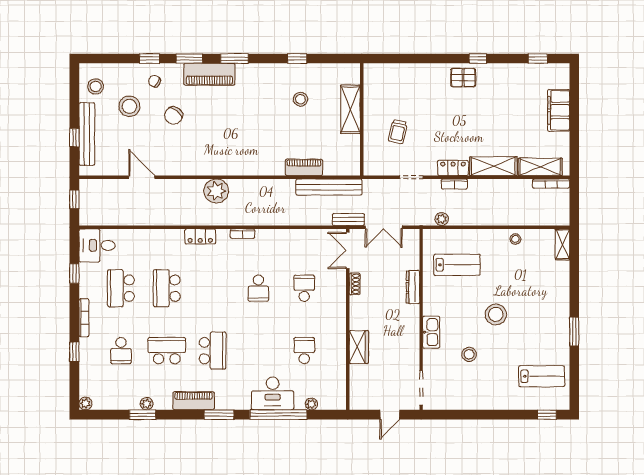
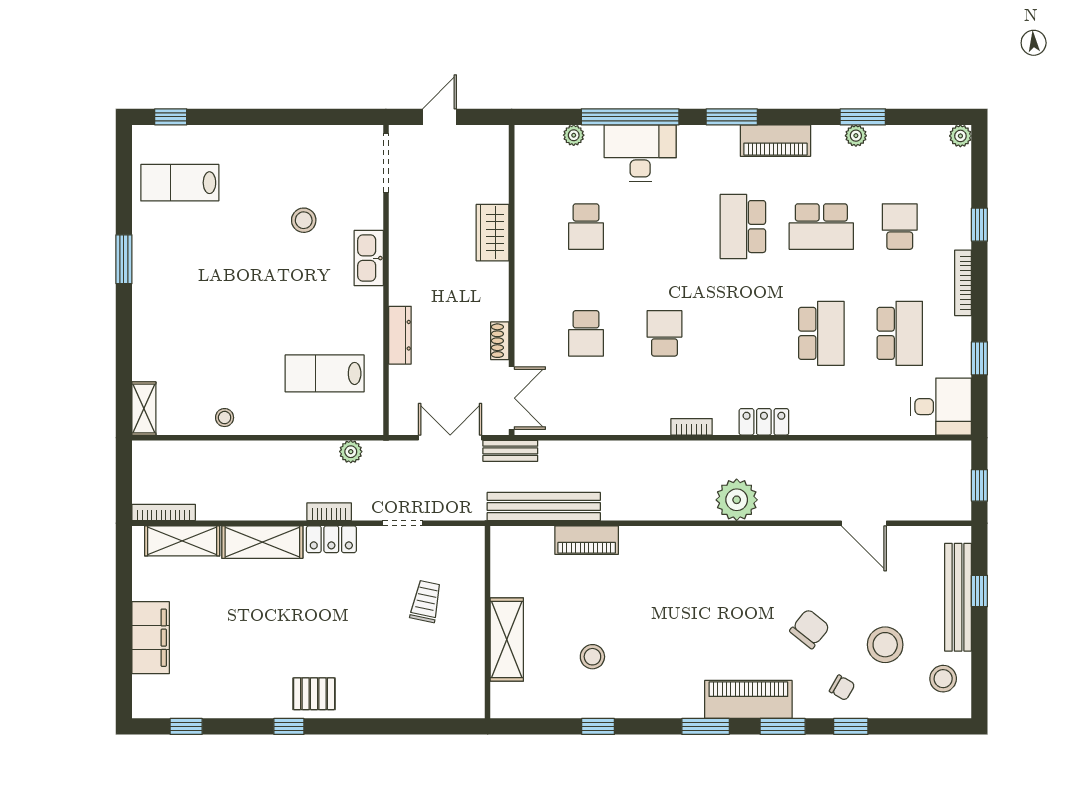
stool: (496, 314) -> (258, 288), removed

